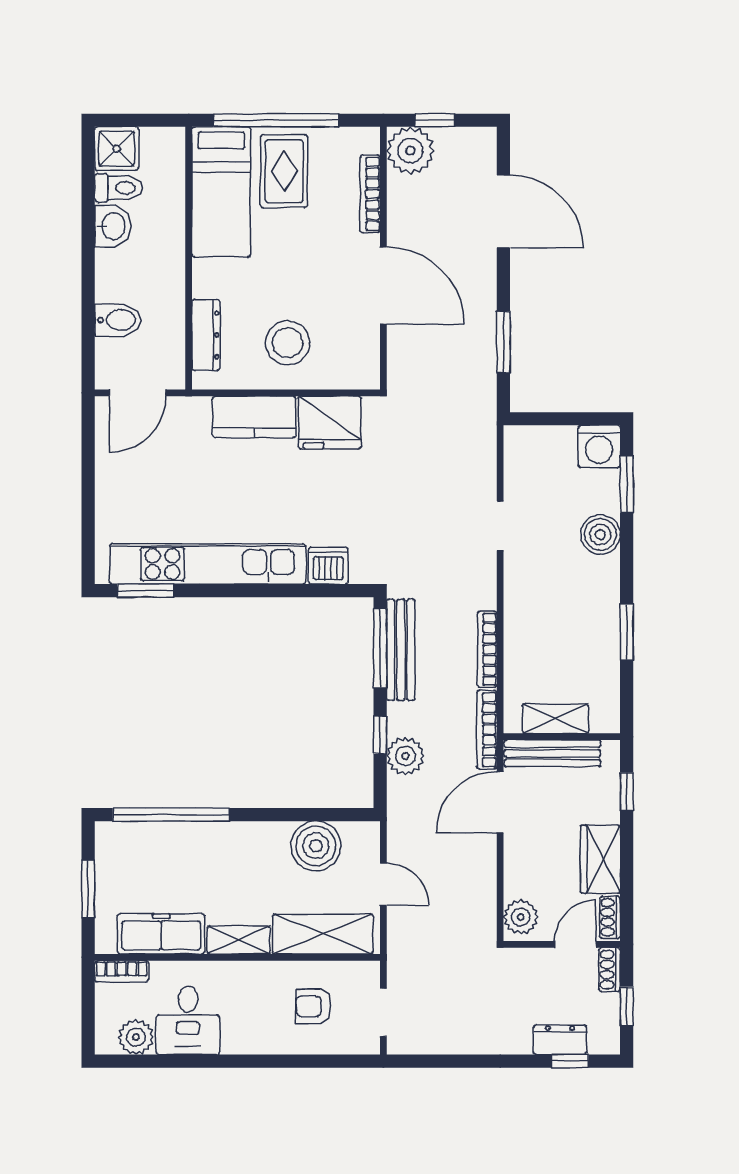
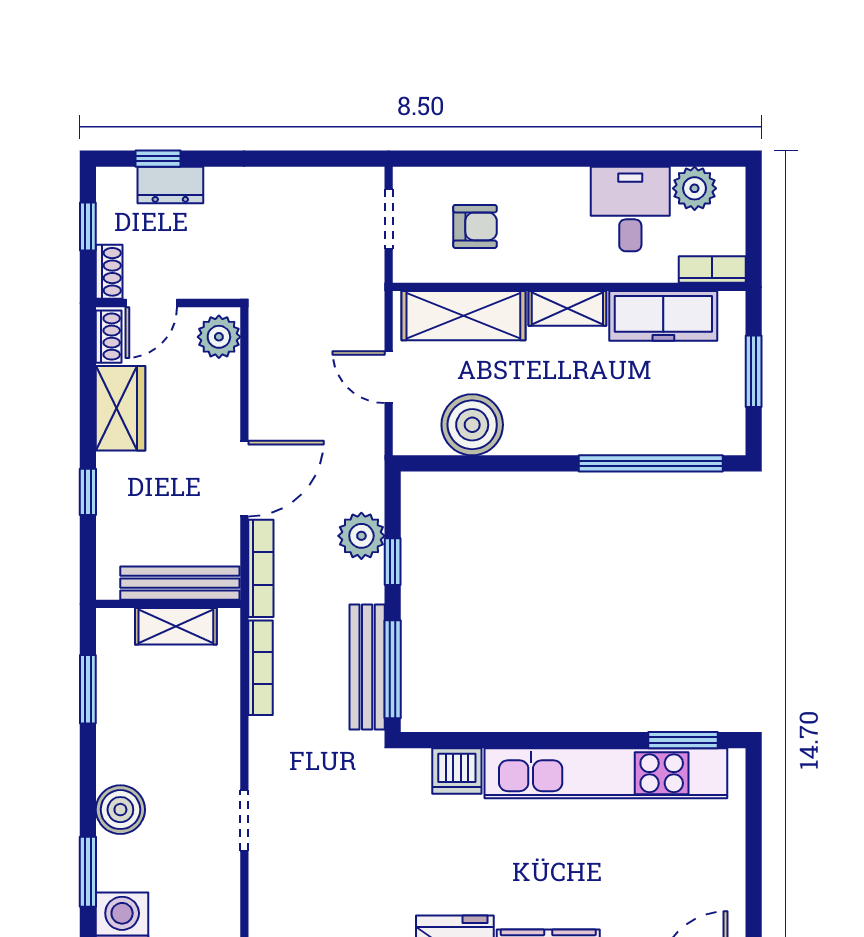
shelving: (556, 719) -> (176, 626), moved
wall: (562, 737) -> (168, 604), moved
bench: (552, 753) -> (180, 583), moved

